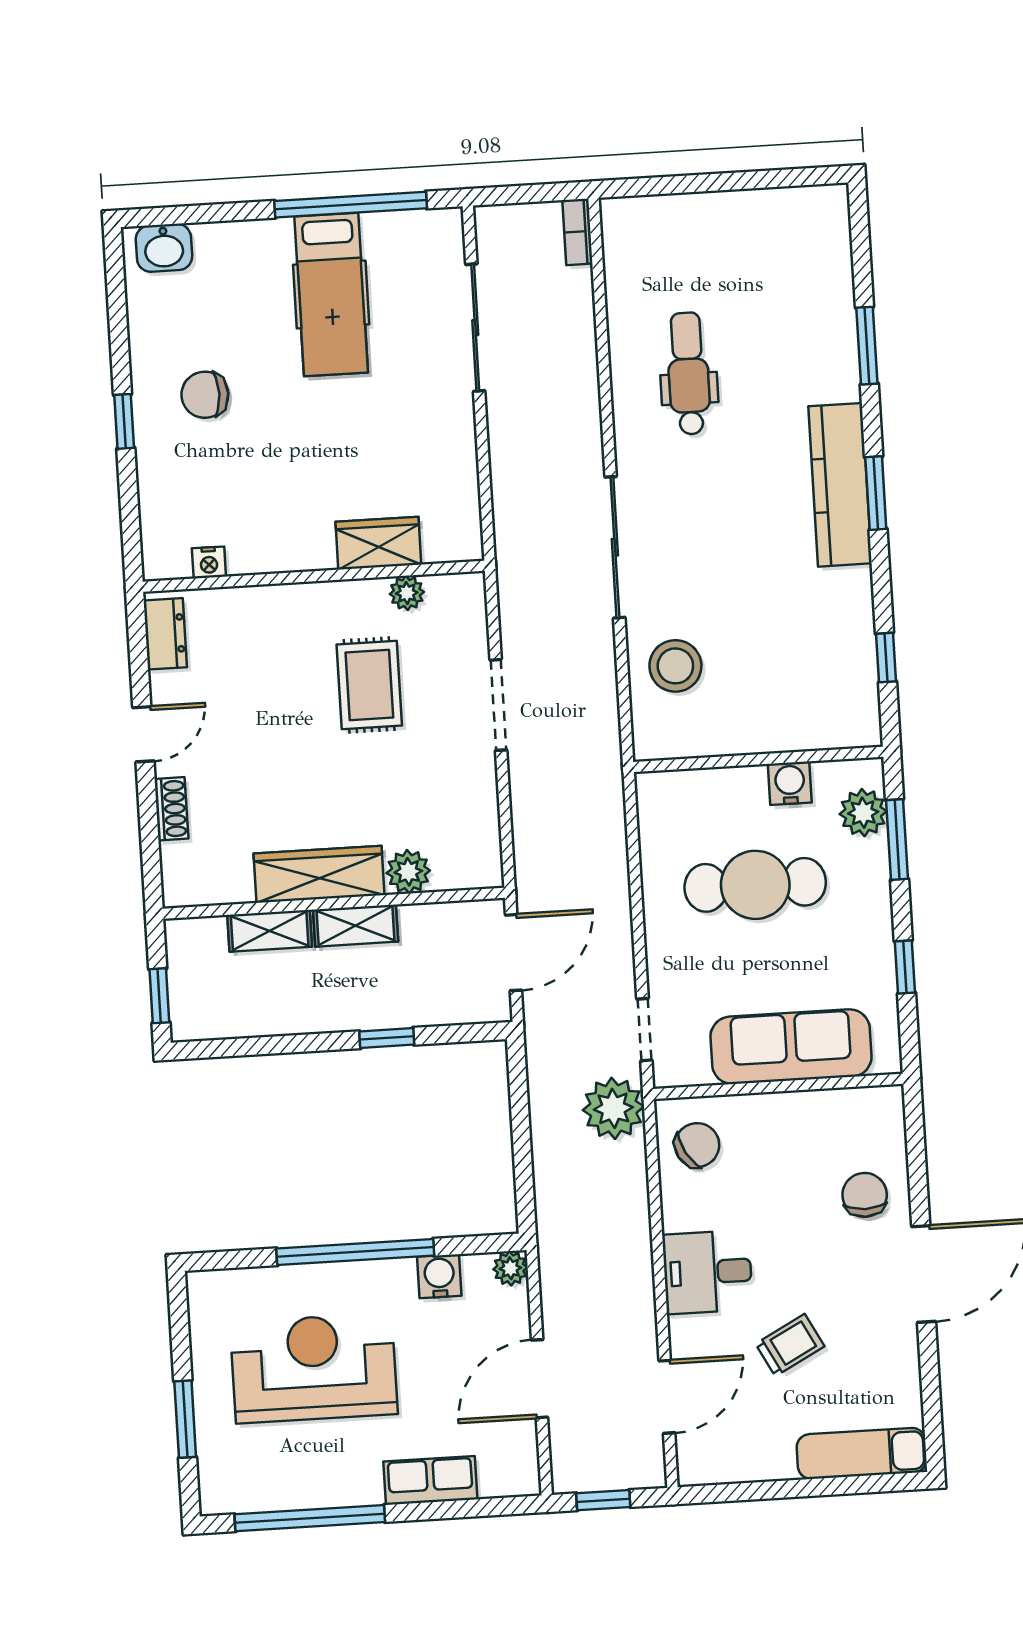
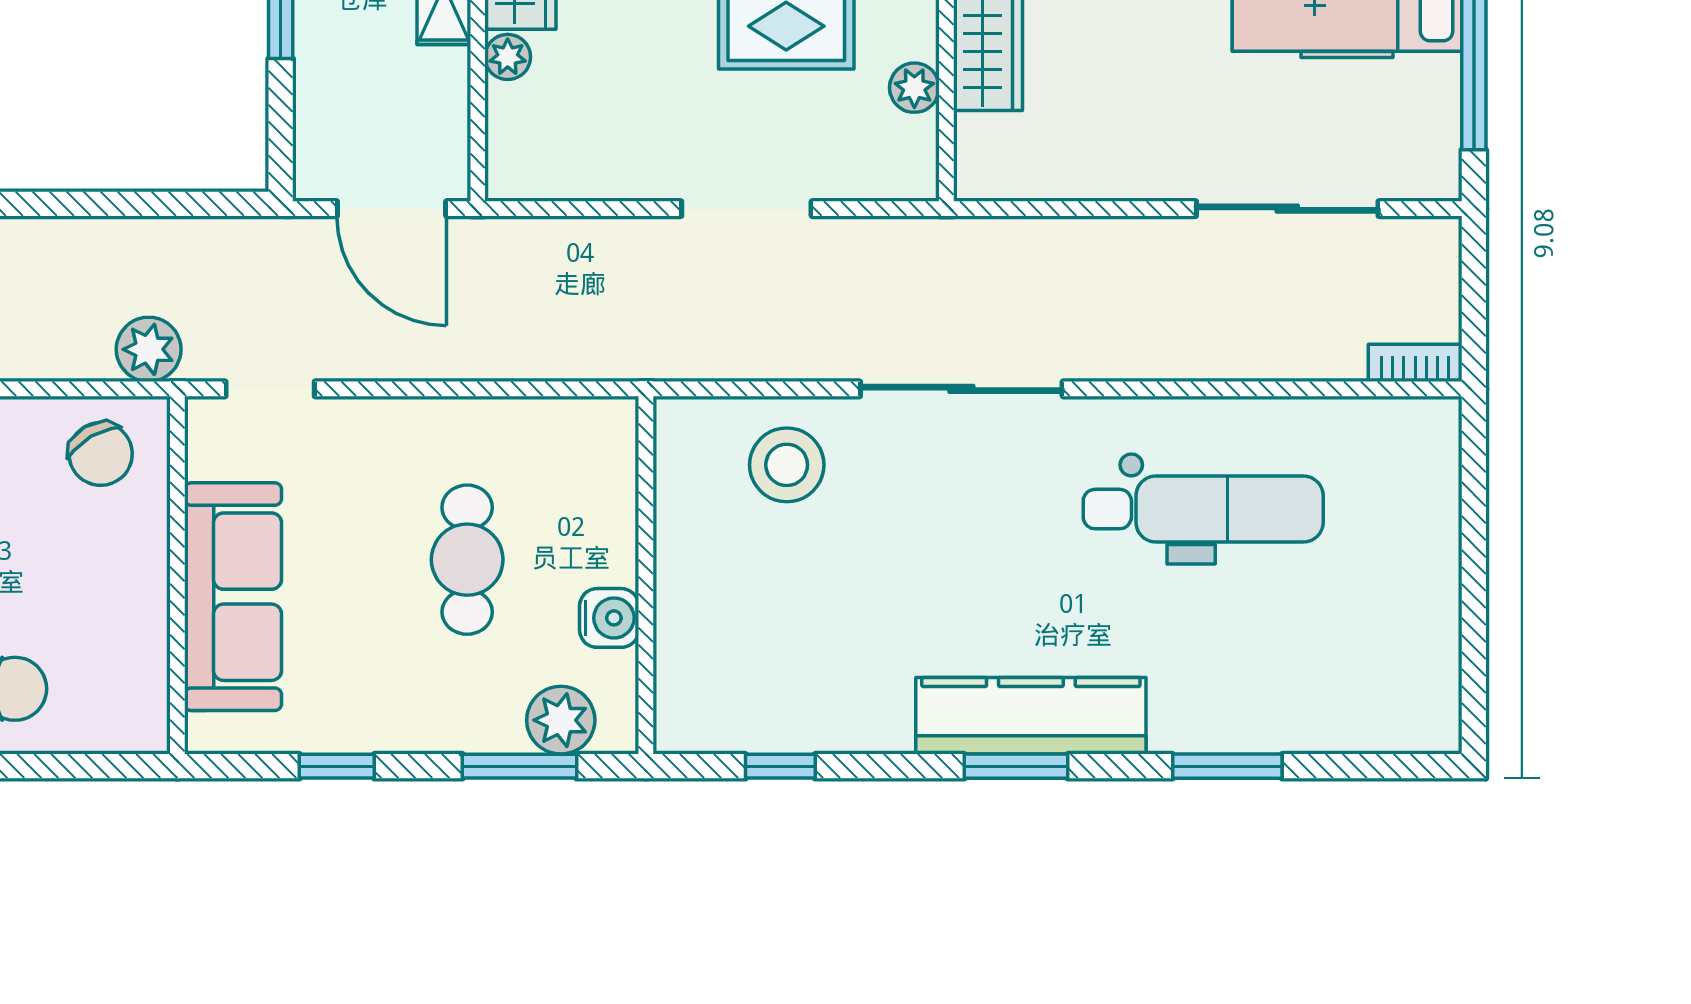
dental chair: (688, 373) -> (1203, 509), width x1.36, depth x1.38
plant: (408, 872) -> (508, 57), width x0.73, depth x0.73
cafe table: (755, 885) -> (467, 560), width x0.73, depth x0.74
plant: (613, 1108) -> (149, 349), width x0.73, depth x0.73

